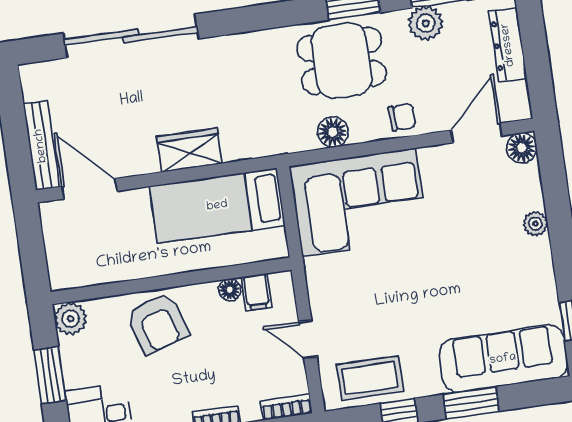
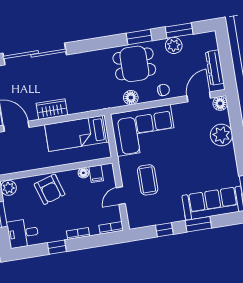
dresser: (508, 45) -> (215, 68), moved
wardrobe: (190, 150) -> (52, 109), moved
plant: (535, 224) -> (221, 135), width x1.87, depth x1.87
door: (308, 339) -> (121, 196), hinge flipped
coffee table: (370, 378) -> (148, 180), moved, turned 90

